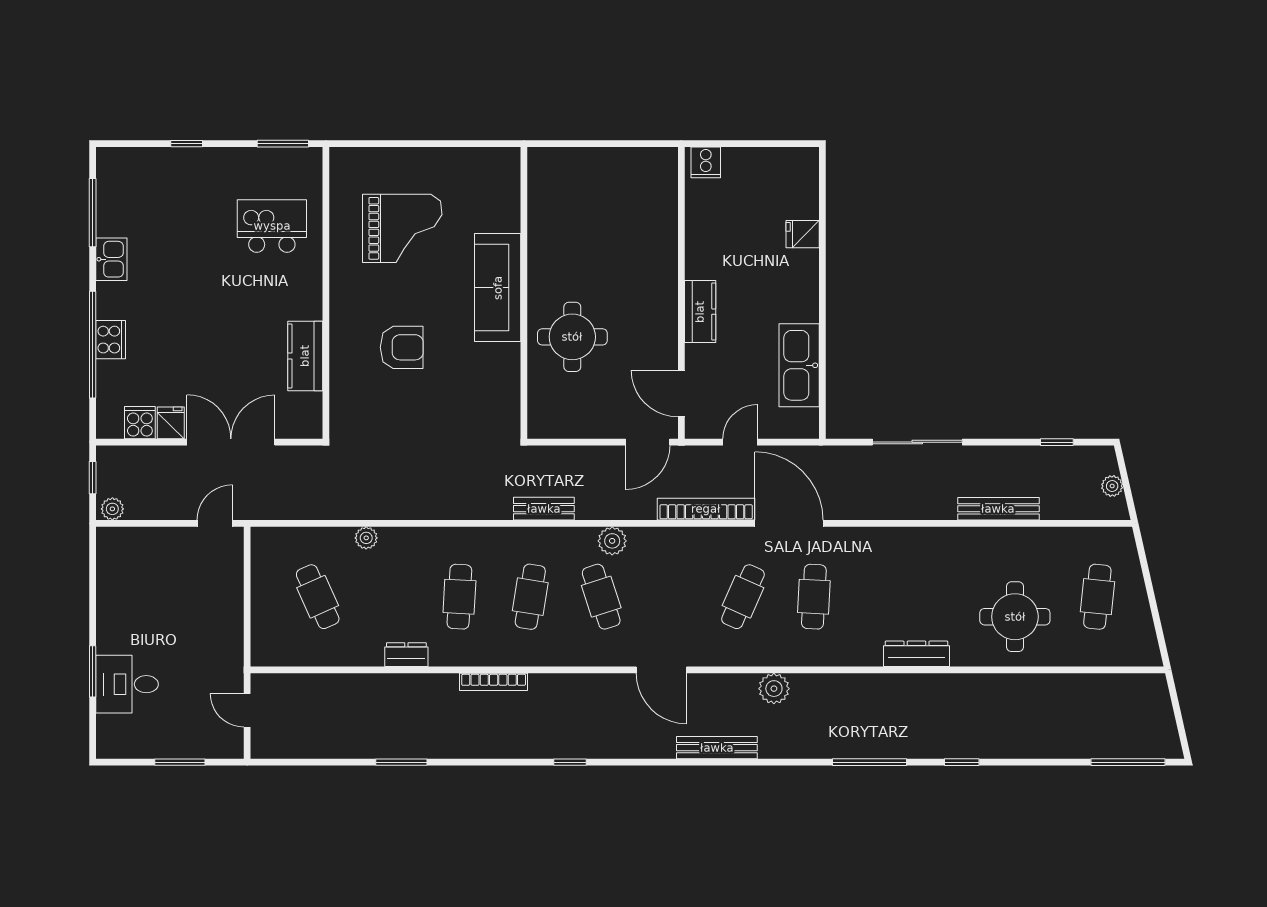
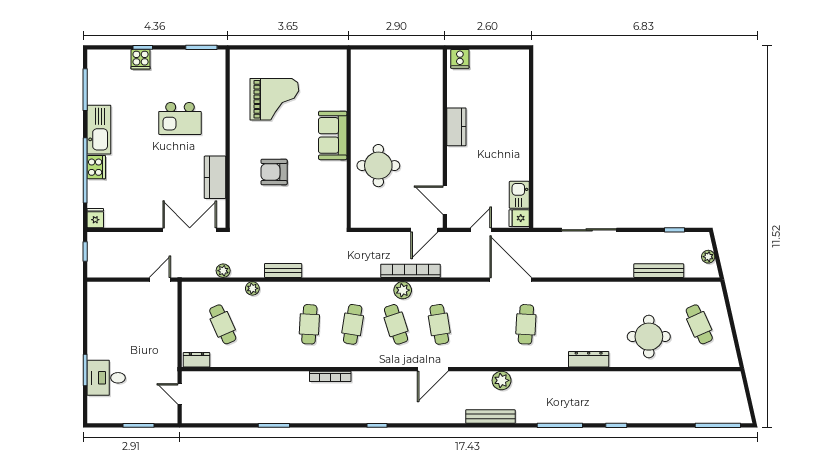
kitchen island: (272, 226) -> (180, 118), moved, turned 180
fridge: (803, 234) -> (519, 218), moved
kitchen sink: (111, 259) -> (99, 130), width x1.87, depth x1.24
sofa: (498, 288) -> (333, 135), width x0.73
kitchen counter: (700, 312) -> (456, 127), moved
armchair: (402, 347) -> (274, 172), turned 180
kitchen sink: (799, 365) -> (519, 195), width x0.53, depth x0.81
cooker: (140, 423) -> (141, 59), moved, turned 180
fridge: (171, 423) -> (95, 218), moved
double door: (231, 442) -> (190, 230), moved
plant: (112, 509) -> (223, 271), moved
bench: (544, 509) -> (283, 271), moved
bookcase: (706, 509) -> (410, 271), moved
bench: (998, 509) -> (659, 271), moved
cafe table: (743, 597) -> (439, 324), moved, turned -33
cafe table: (1097, 597) -> (699, 324), turned -30
dresser: (406, 655) -> (196, 360), moved
door: (661, 670) -> (433, 369), hinge flipped
bench: (717, 748) -> (490, 417), moved

